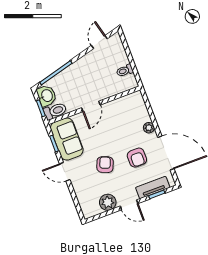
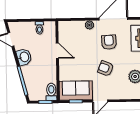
washbasin: (47, 96) -> (24, 57), moved, turned 75
door: (91, 106) -> (57, 51), moved
armchair: (137, 158) -> (109, 42), turned -93

